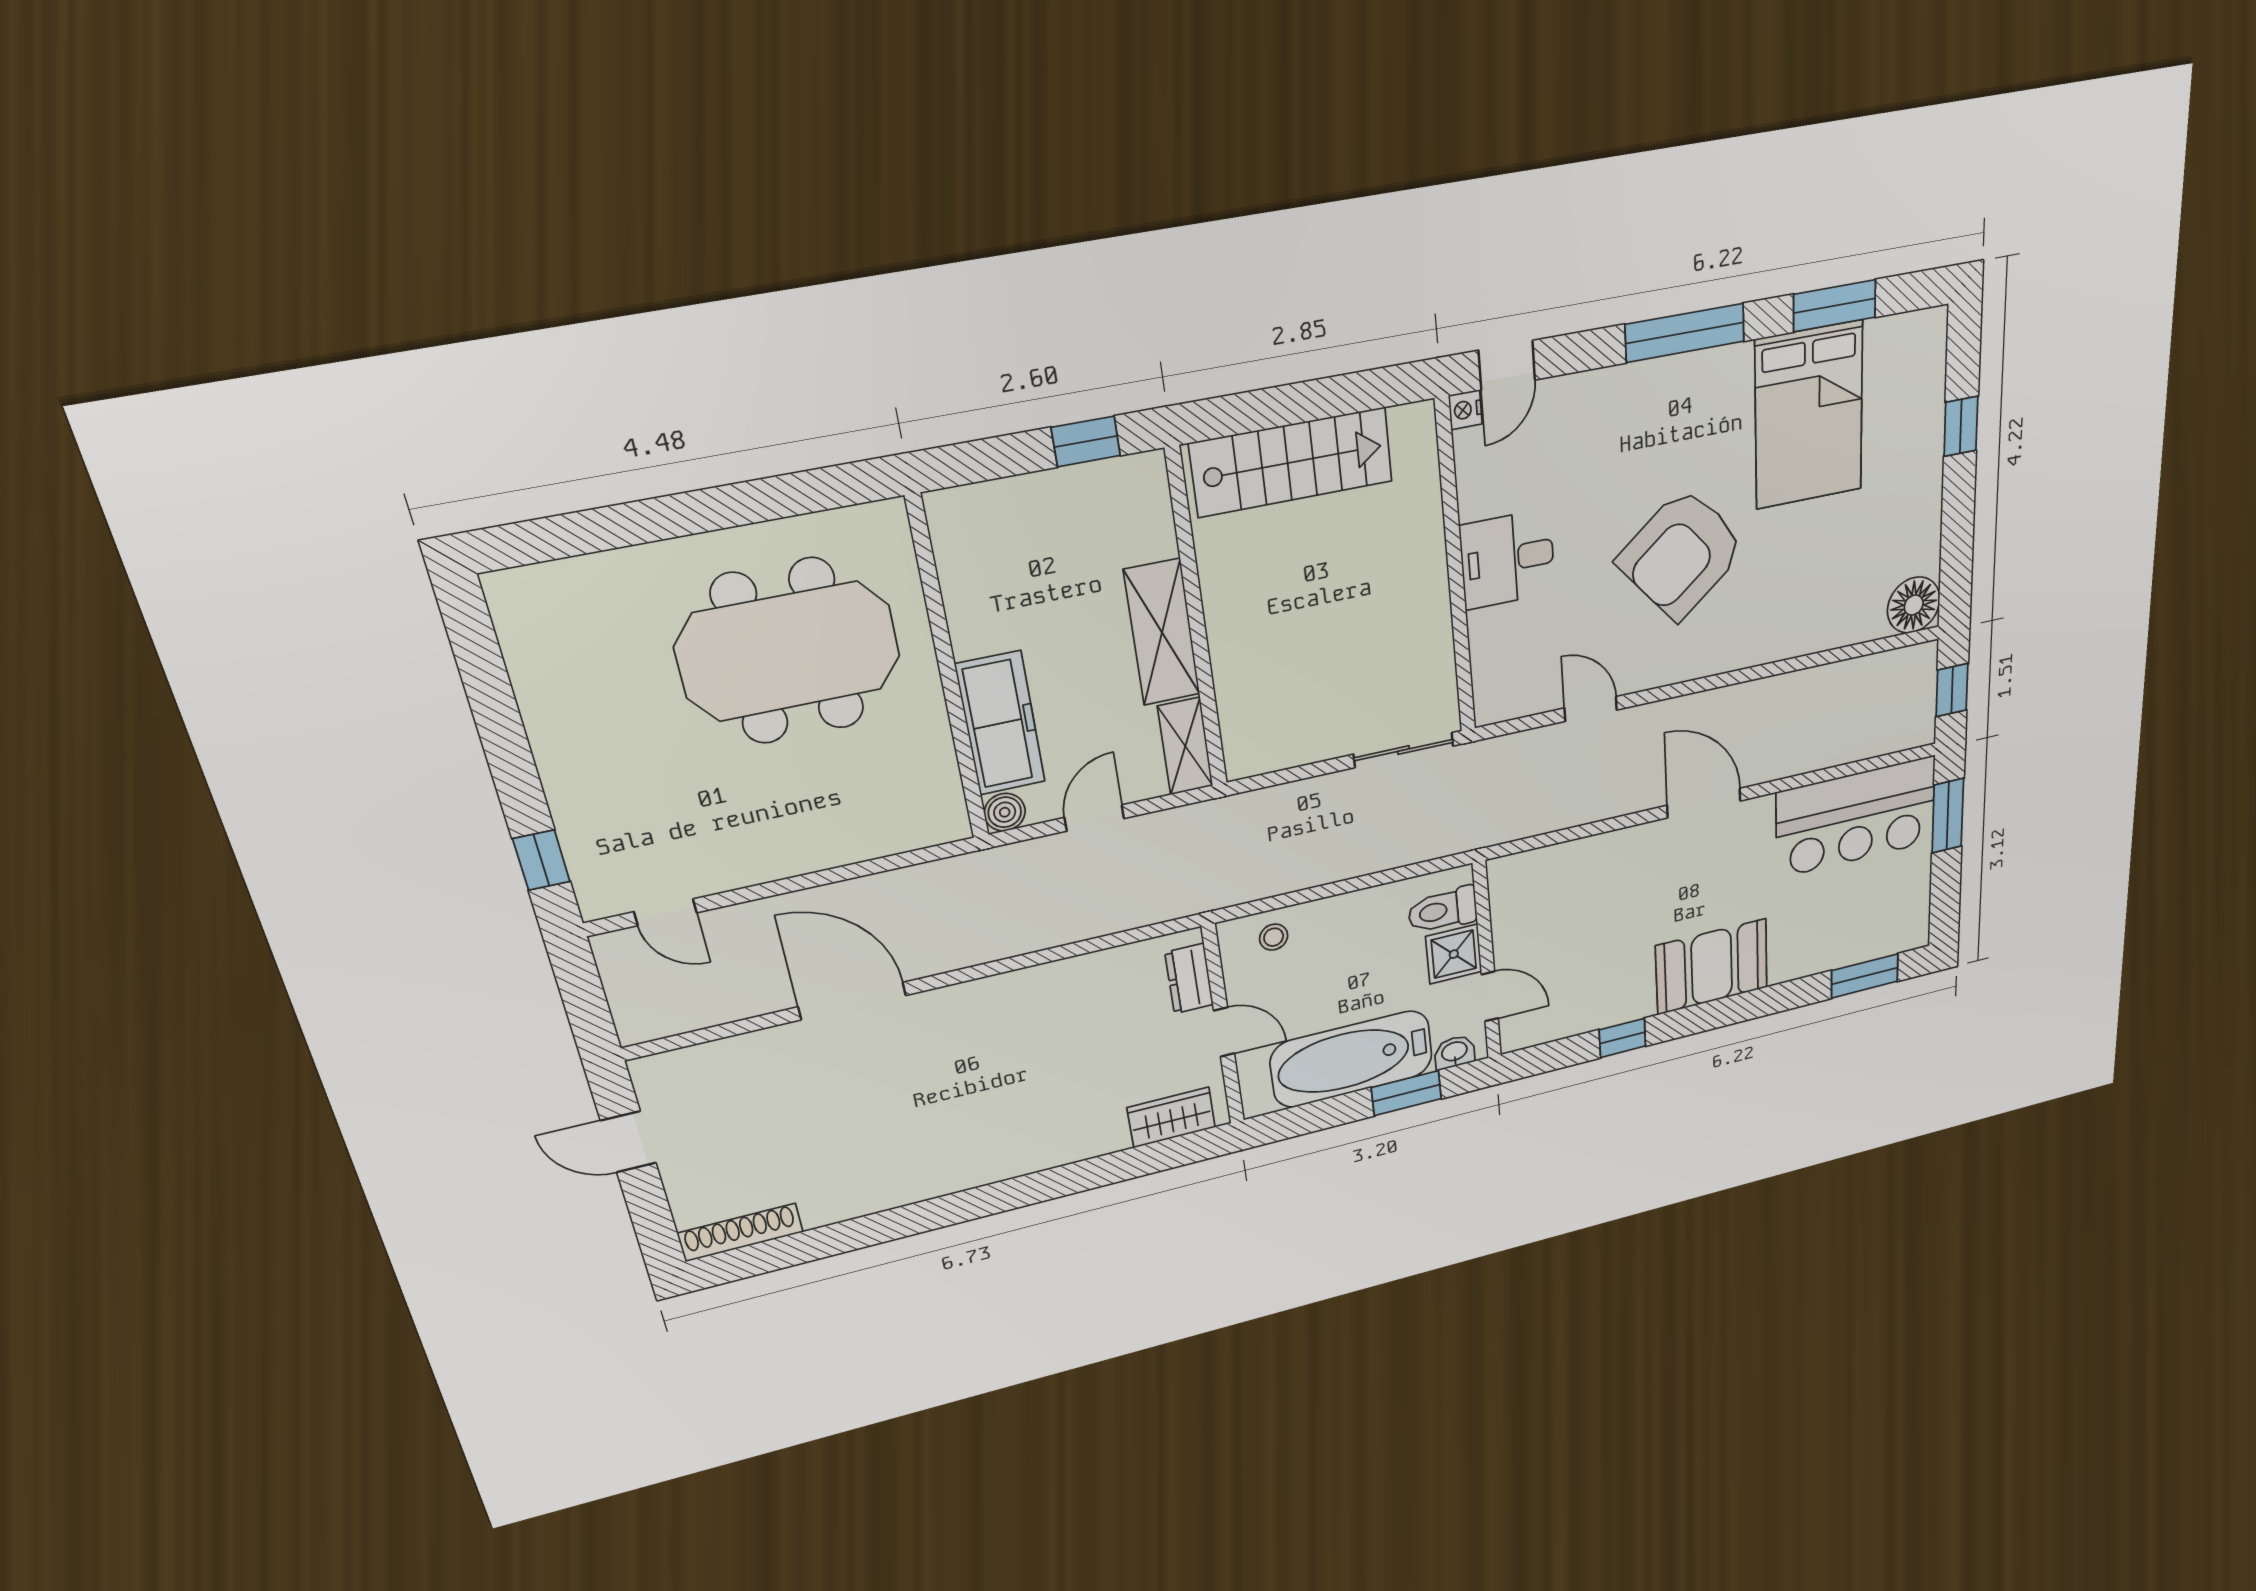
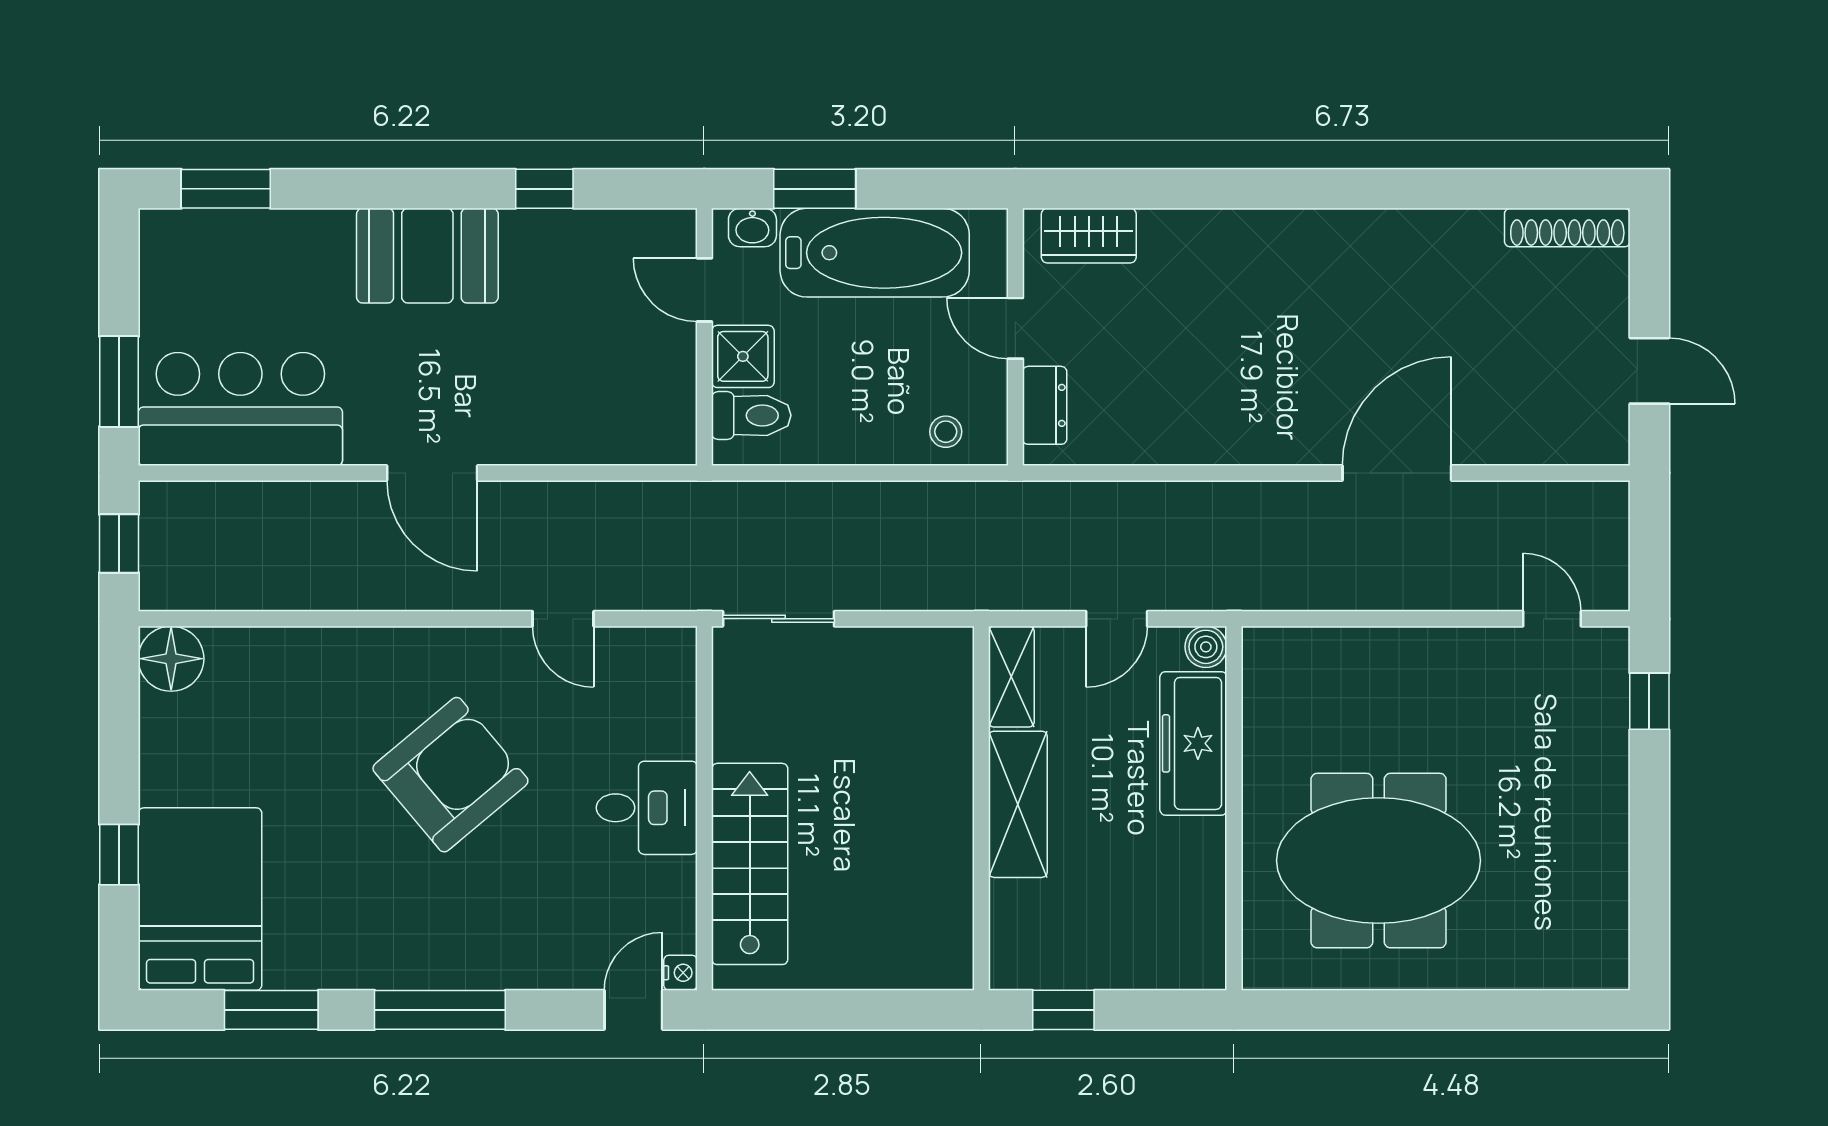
bed: (1809, 415) -> (200, 899), moved
stairs: (1292, 462) -> (750, 864), moved, turned 90
door: (852, 1001) -> (1397, 473), swing flipped

